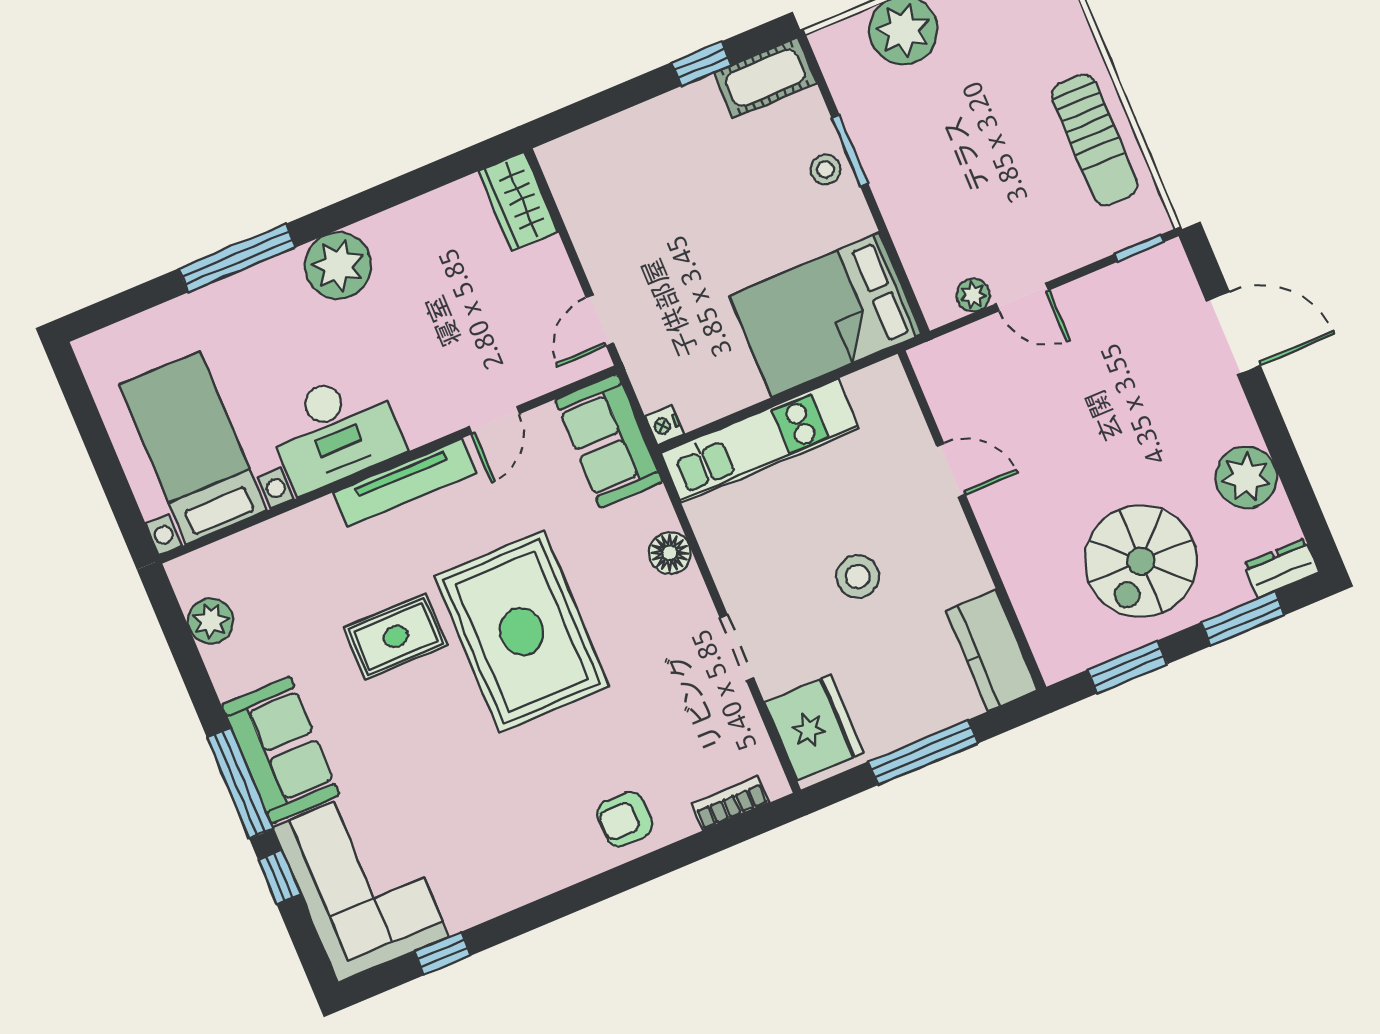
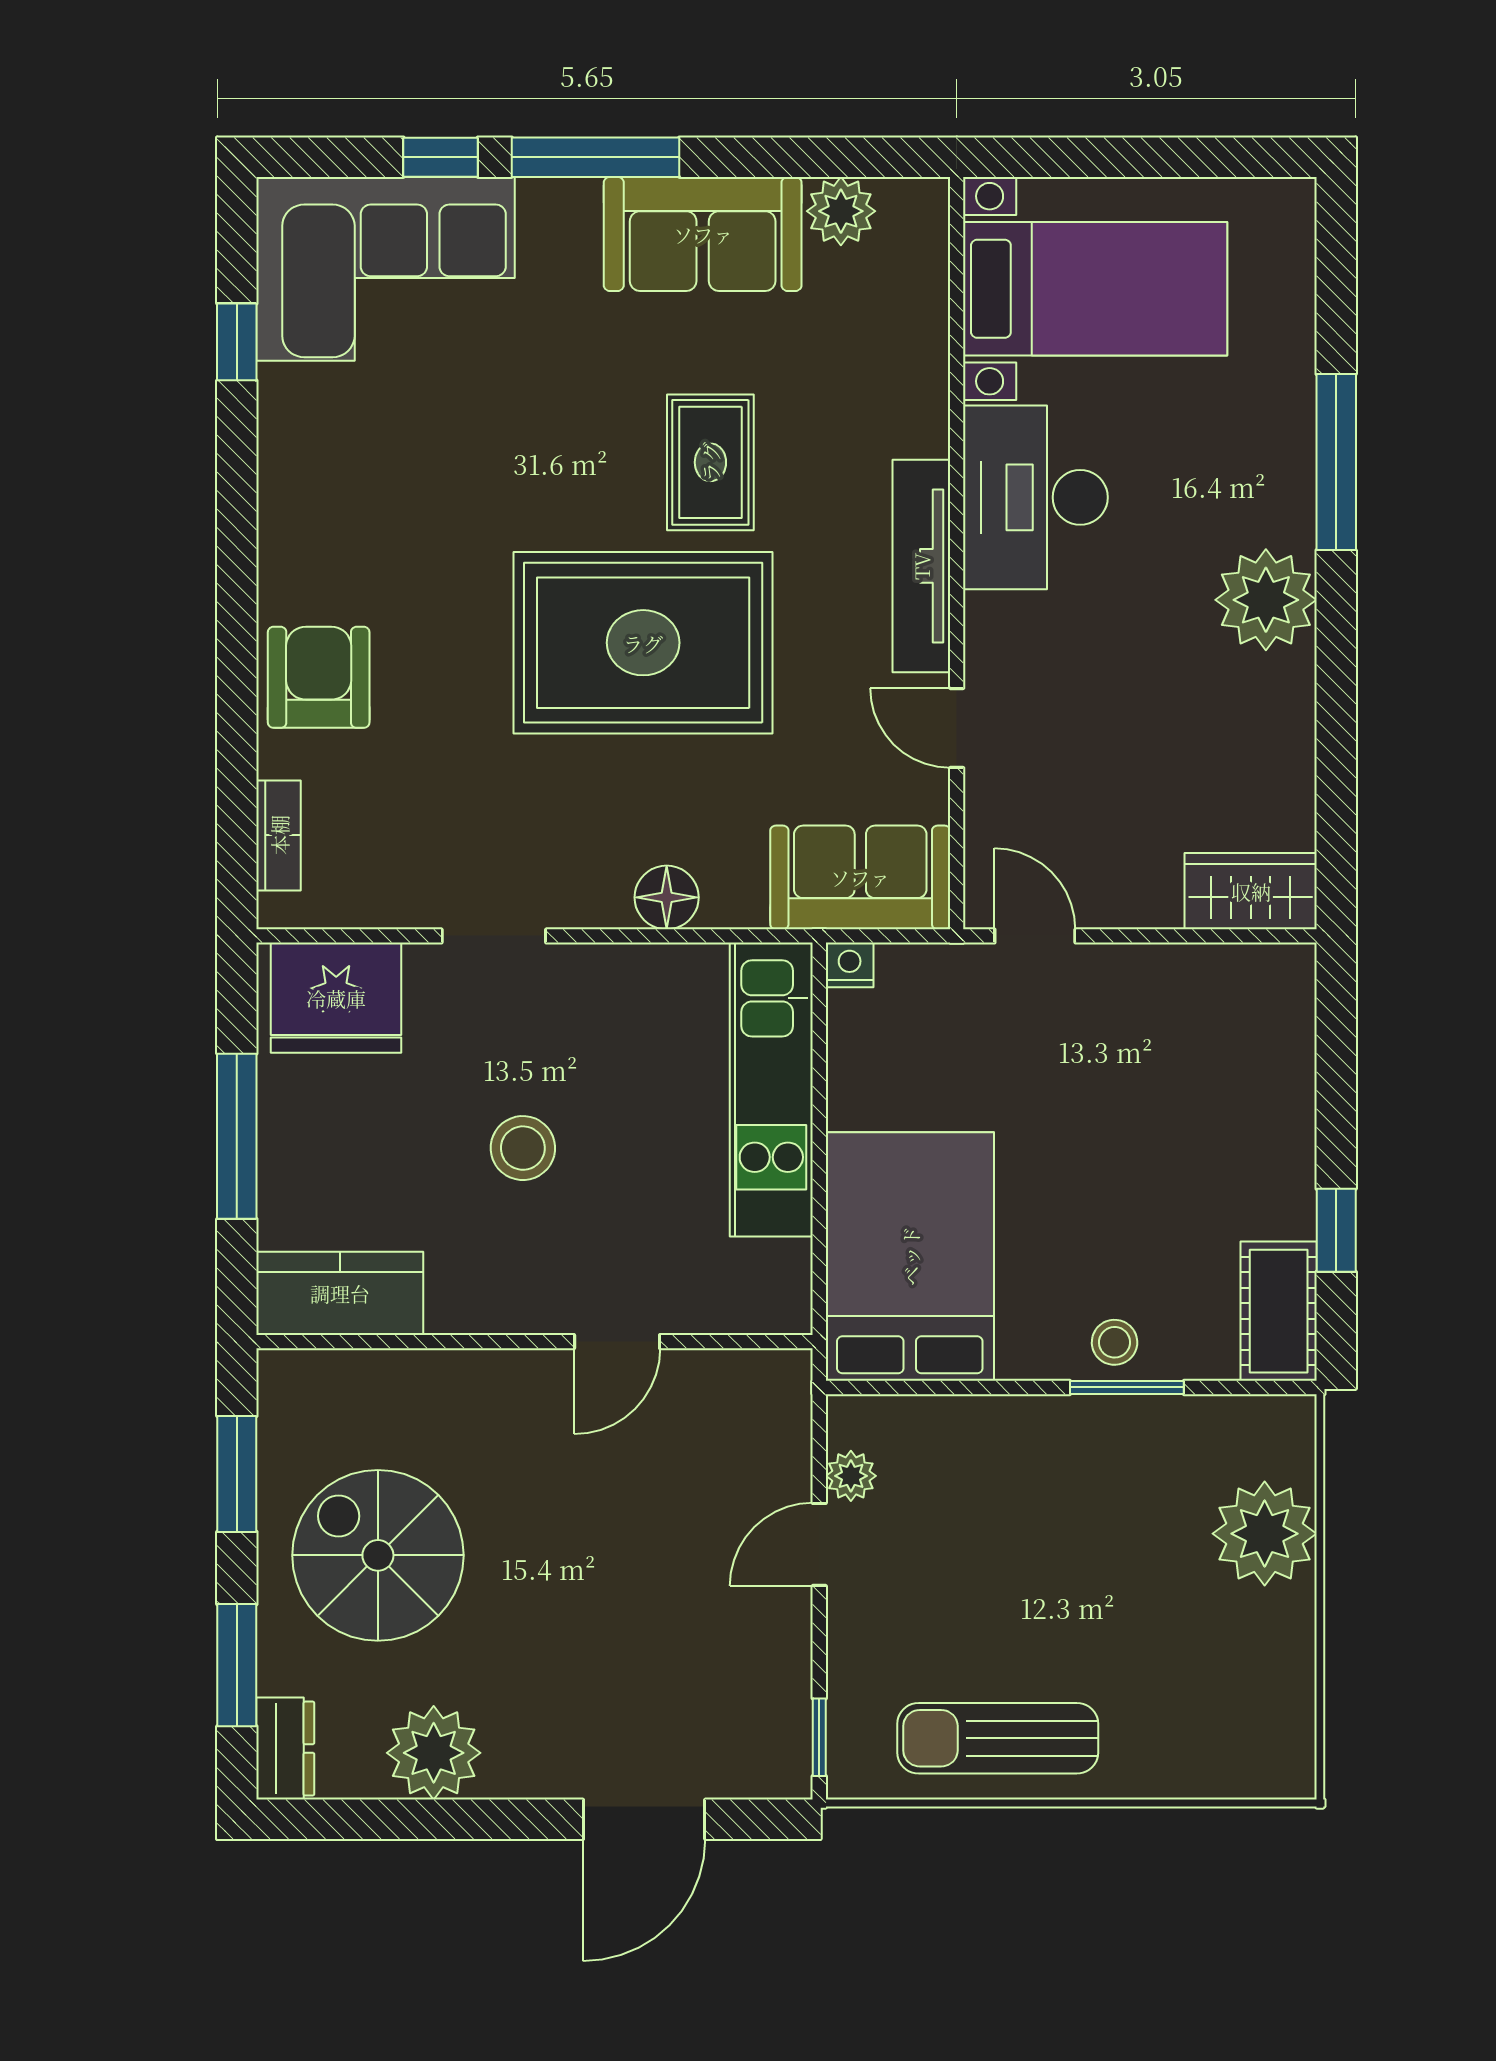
sofa: (281, 750) -> (703, 234), moved
armchair: (625, 819) -> (319, 677), width x1.38, depth x1.38

